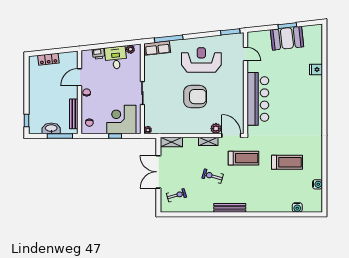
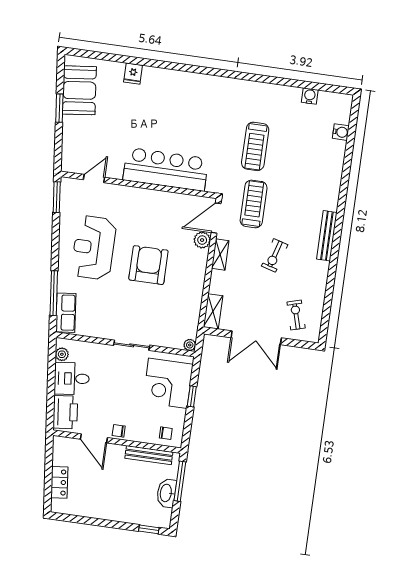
booth: (287, 38) -> (79, 90), moved
printer: (98, 54) -> (65, 412), width x1.87, depth x1.48
treadmill: (287, 162) -> (255, 146), moved, turned 180

